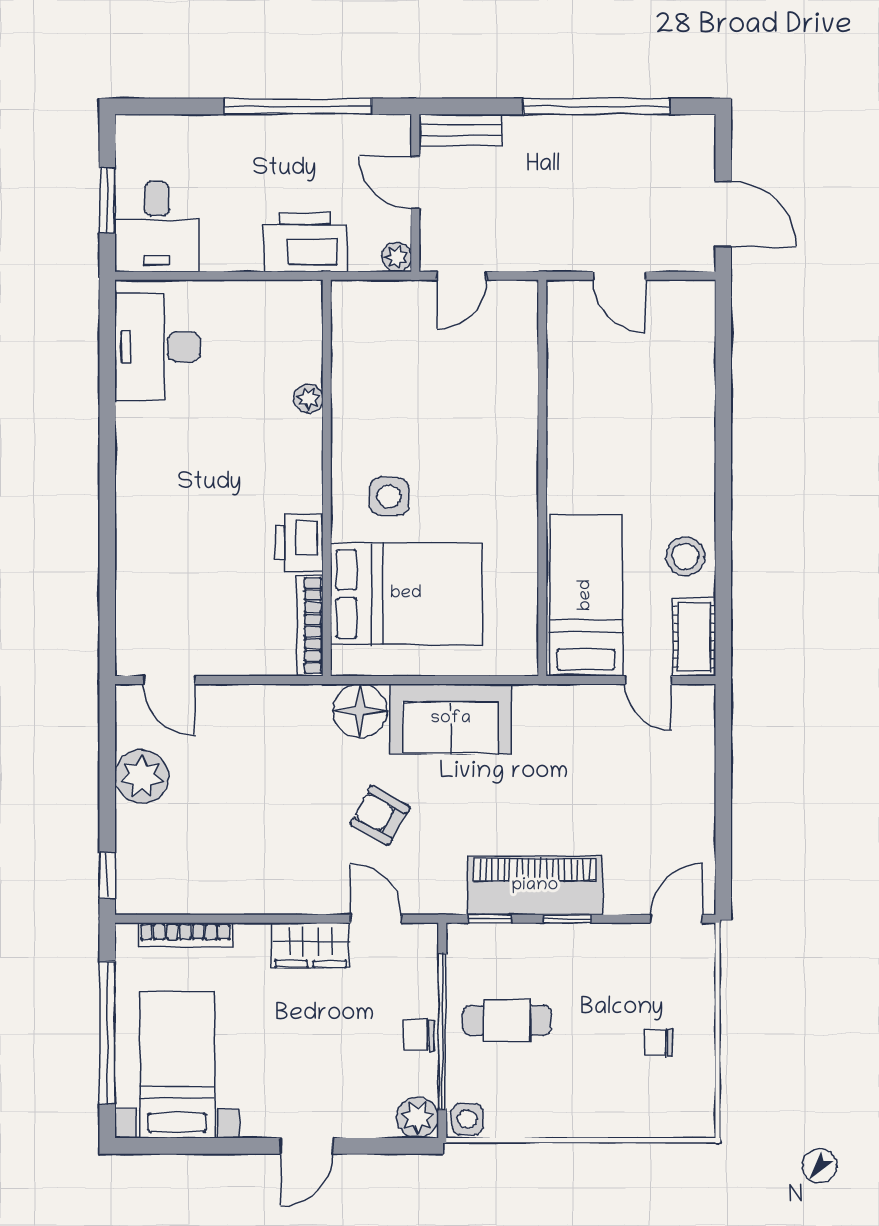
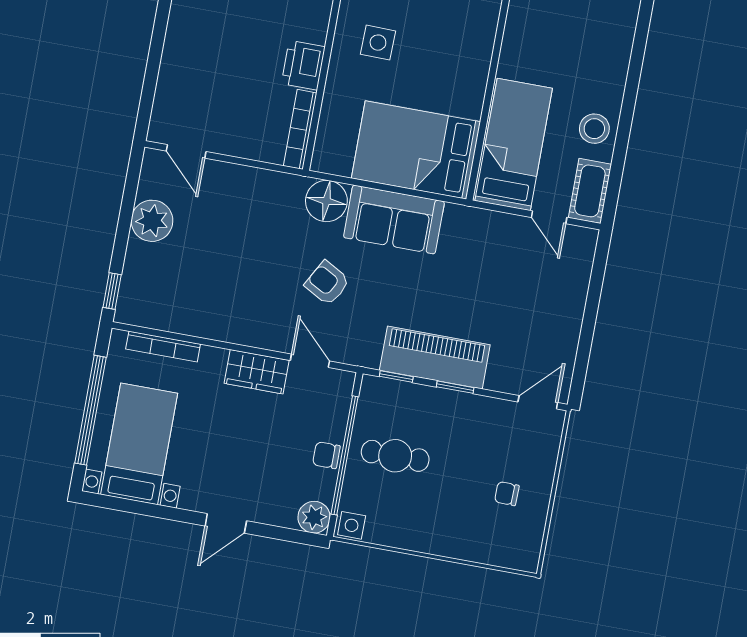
bed: (406, 594) -> (416, 150), moved, turned 180

